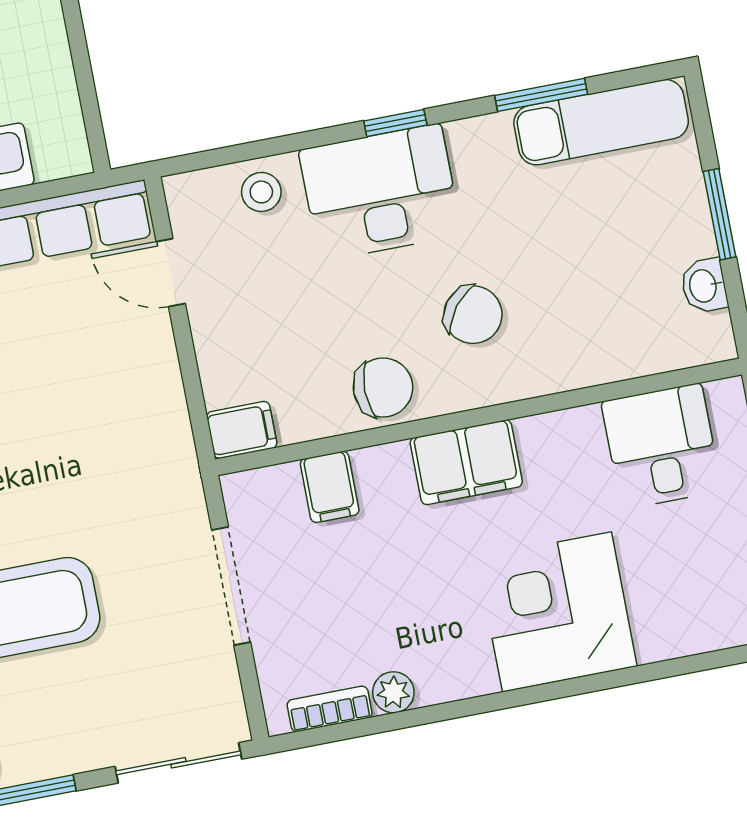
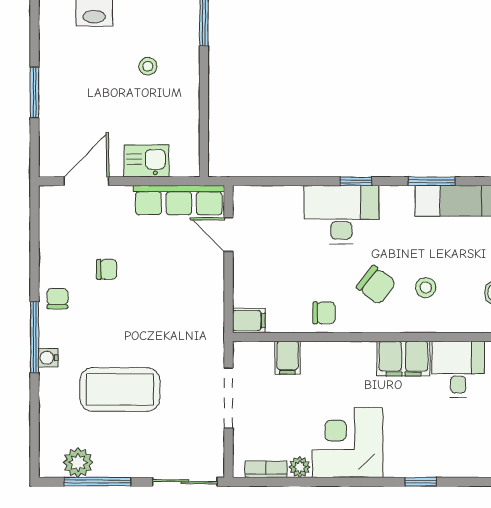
stool: (261, 192) -> (426, 288), moved
chair: (383, 388) -> (324, 313), width x0.73, depth x0.73
filing cabinet: (466, 462) -> (403, 359), moved
corner desk: (557, 612) -> (348, 442), moved
window: (631, 676) -> (421, 482), added

